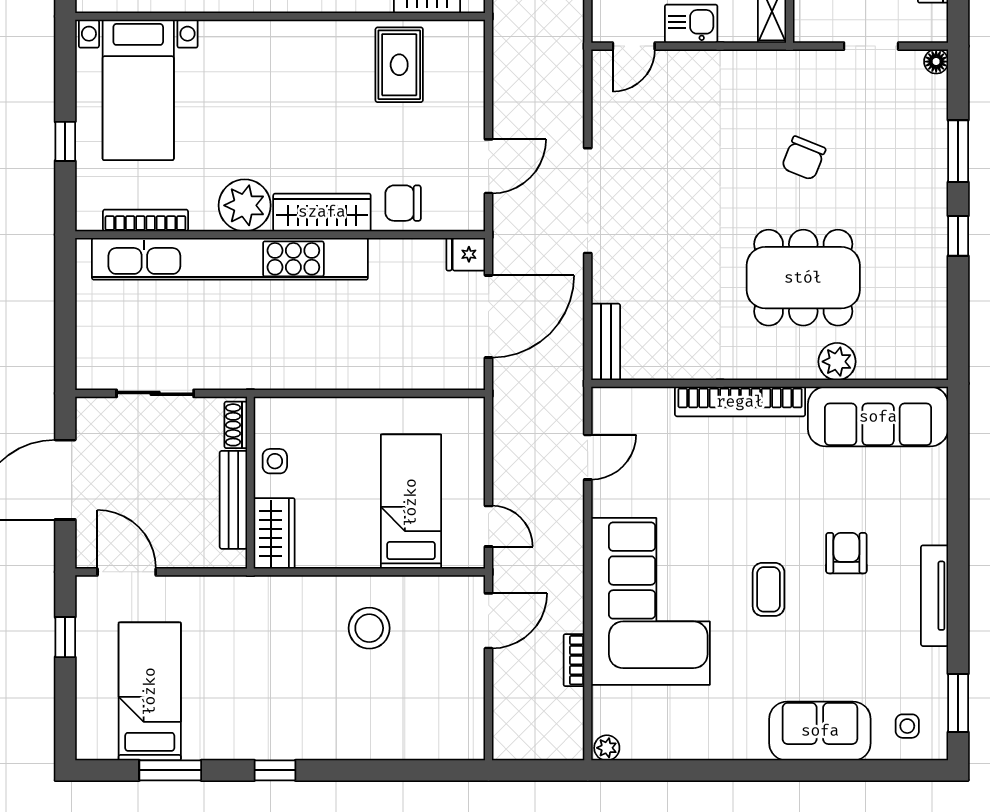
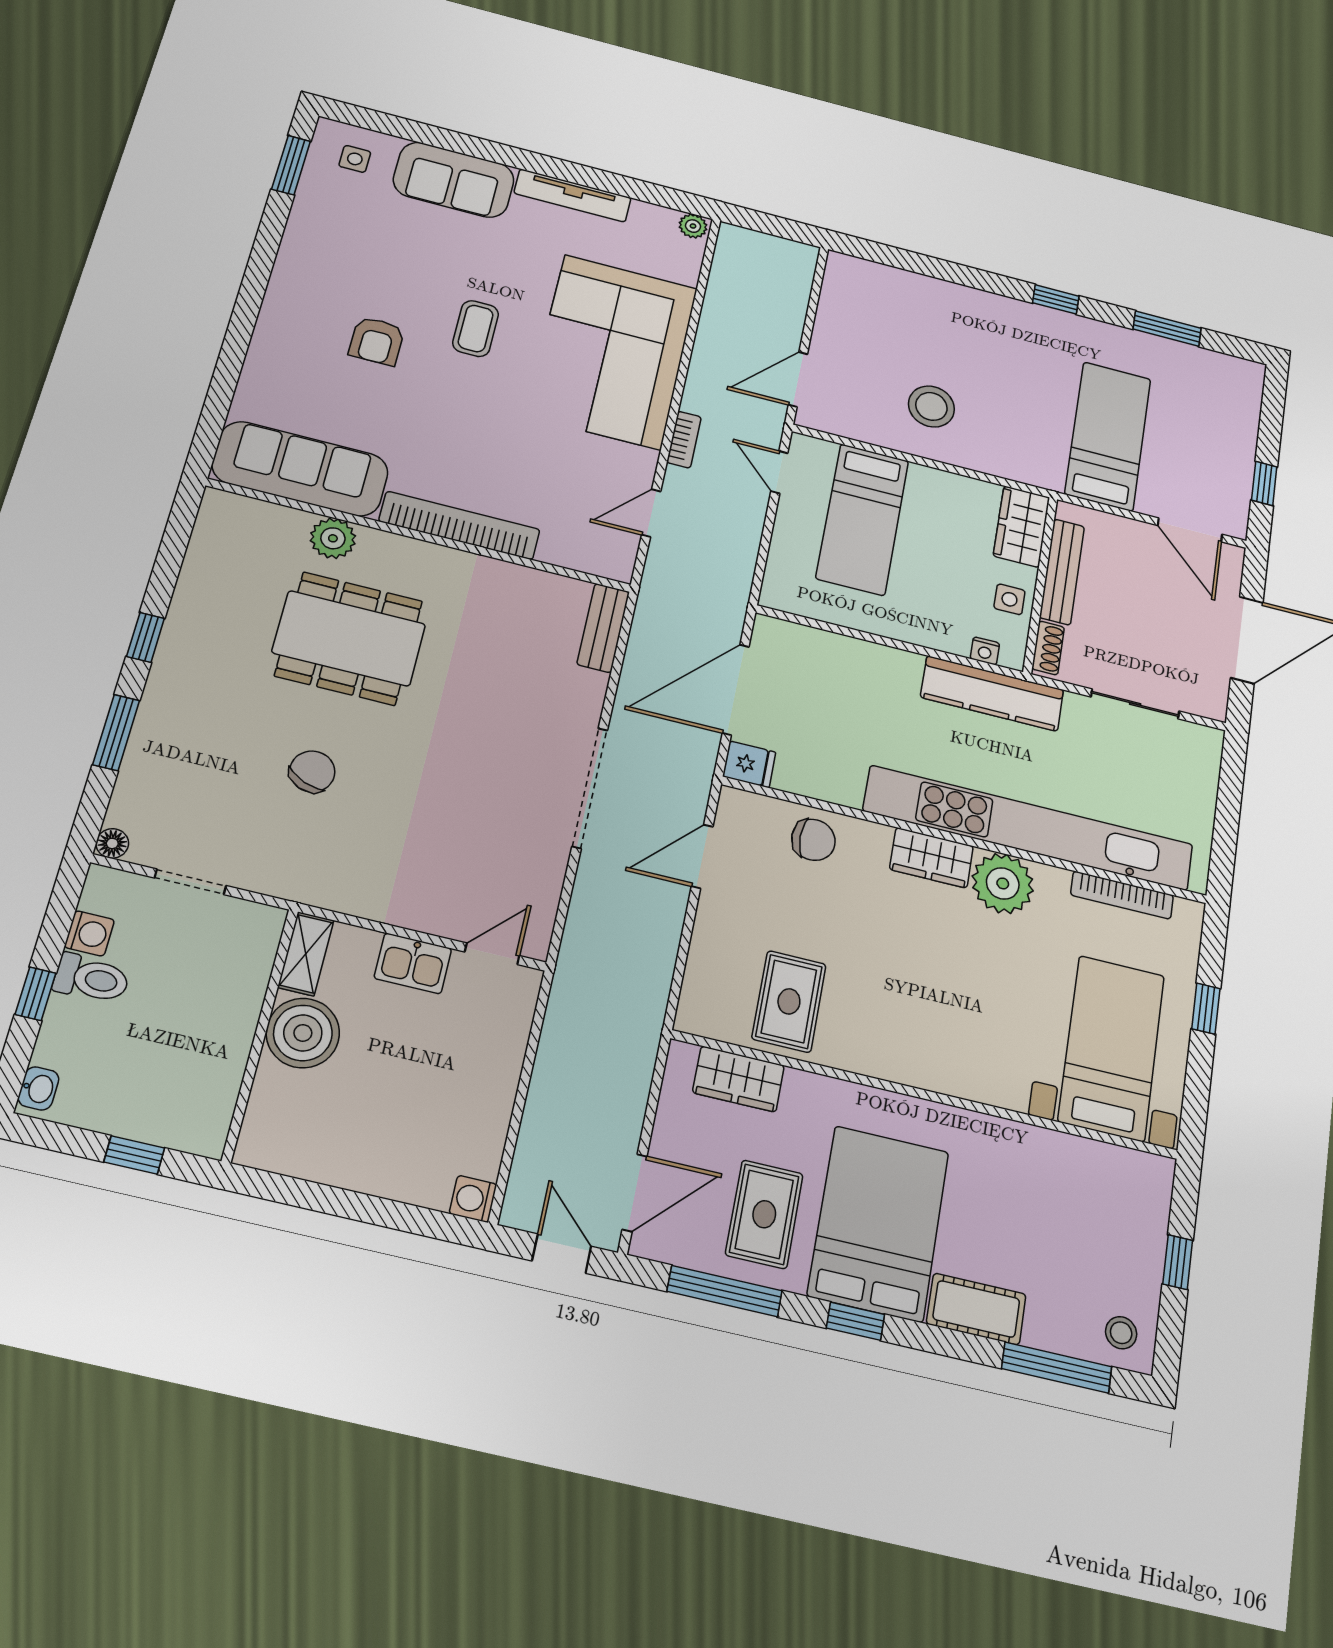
wardrobe: (322, 212) -> (931, 858), width x0.67
kitchen counter: (277, 370) -> (992, 693), added
nightstand: (289, 407) -> (985, 651), added
tv unit: (935, 596) -> (573, 195), moved, turned 90
bookcase: (574, 660) -> (684, 440), moved
bed: (150, 691) -> (1108, 436), moved, turned 180

